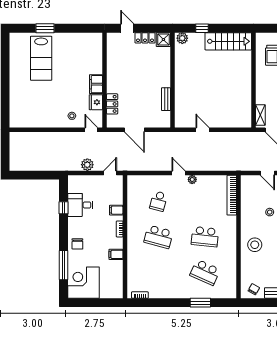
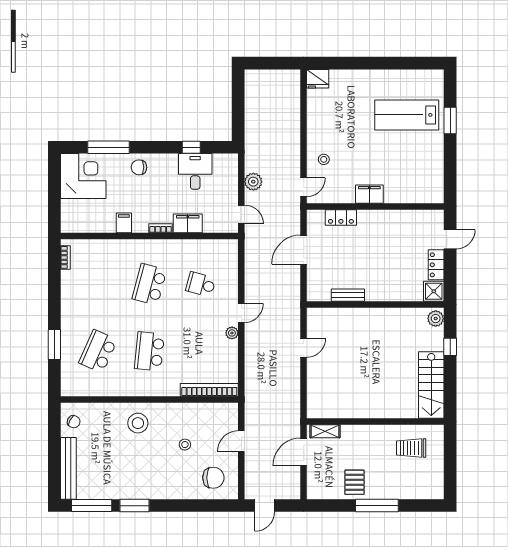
fridge: (96, 102) -> (318, 79), moved, turned 180
filing cabinet: (116, 210) -> (188, 223), width x2.00

